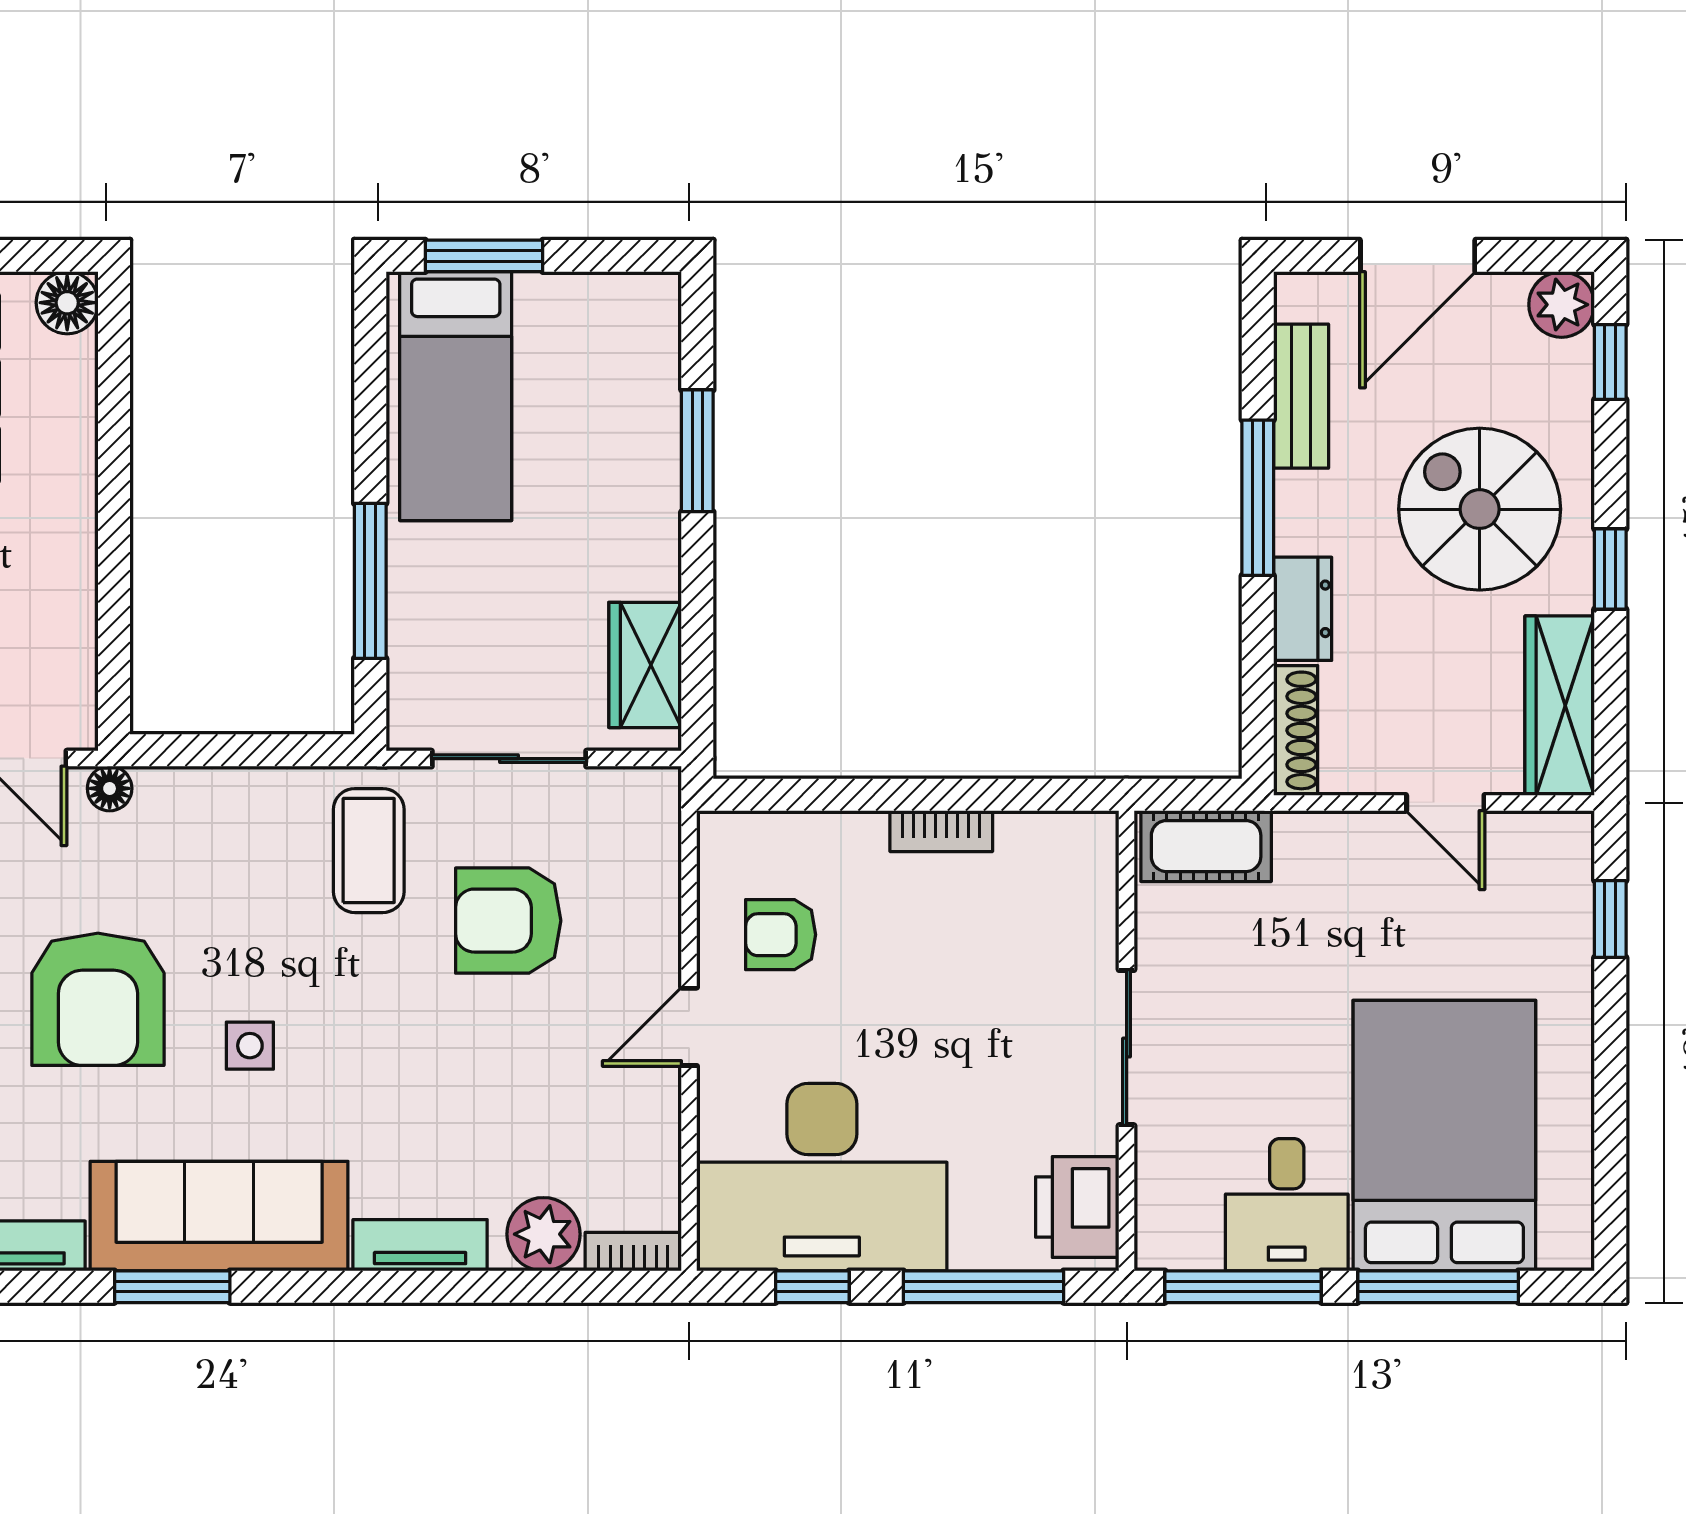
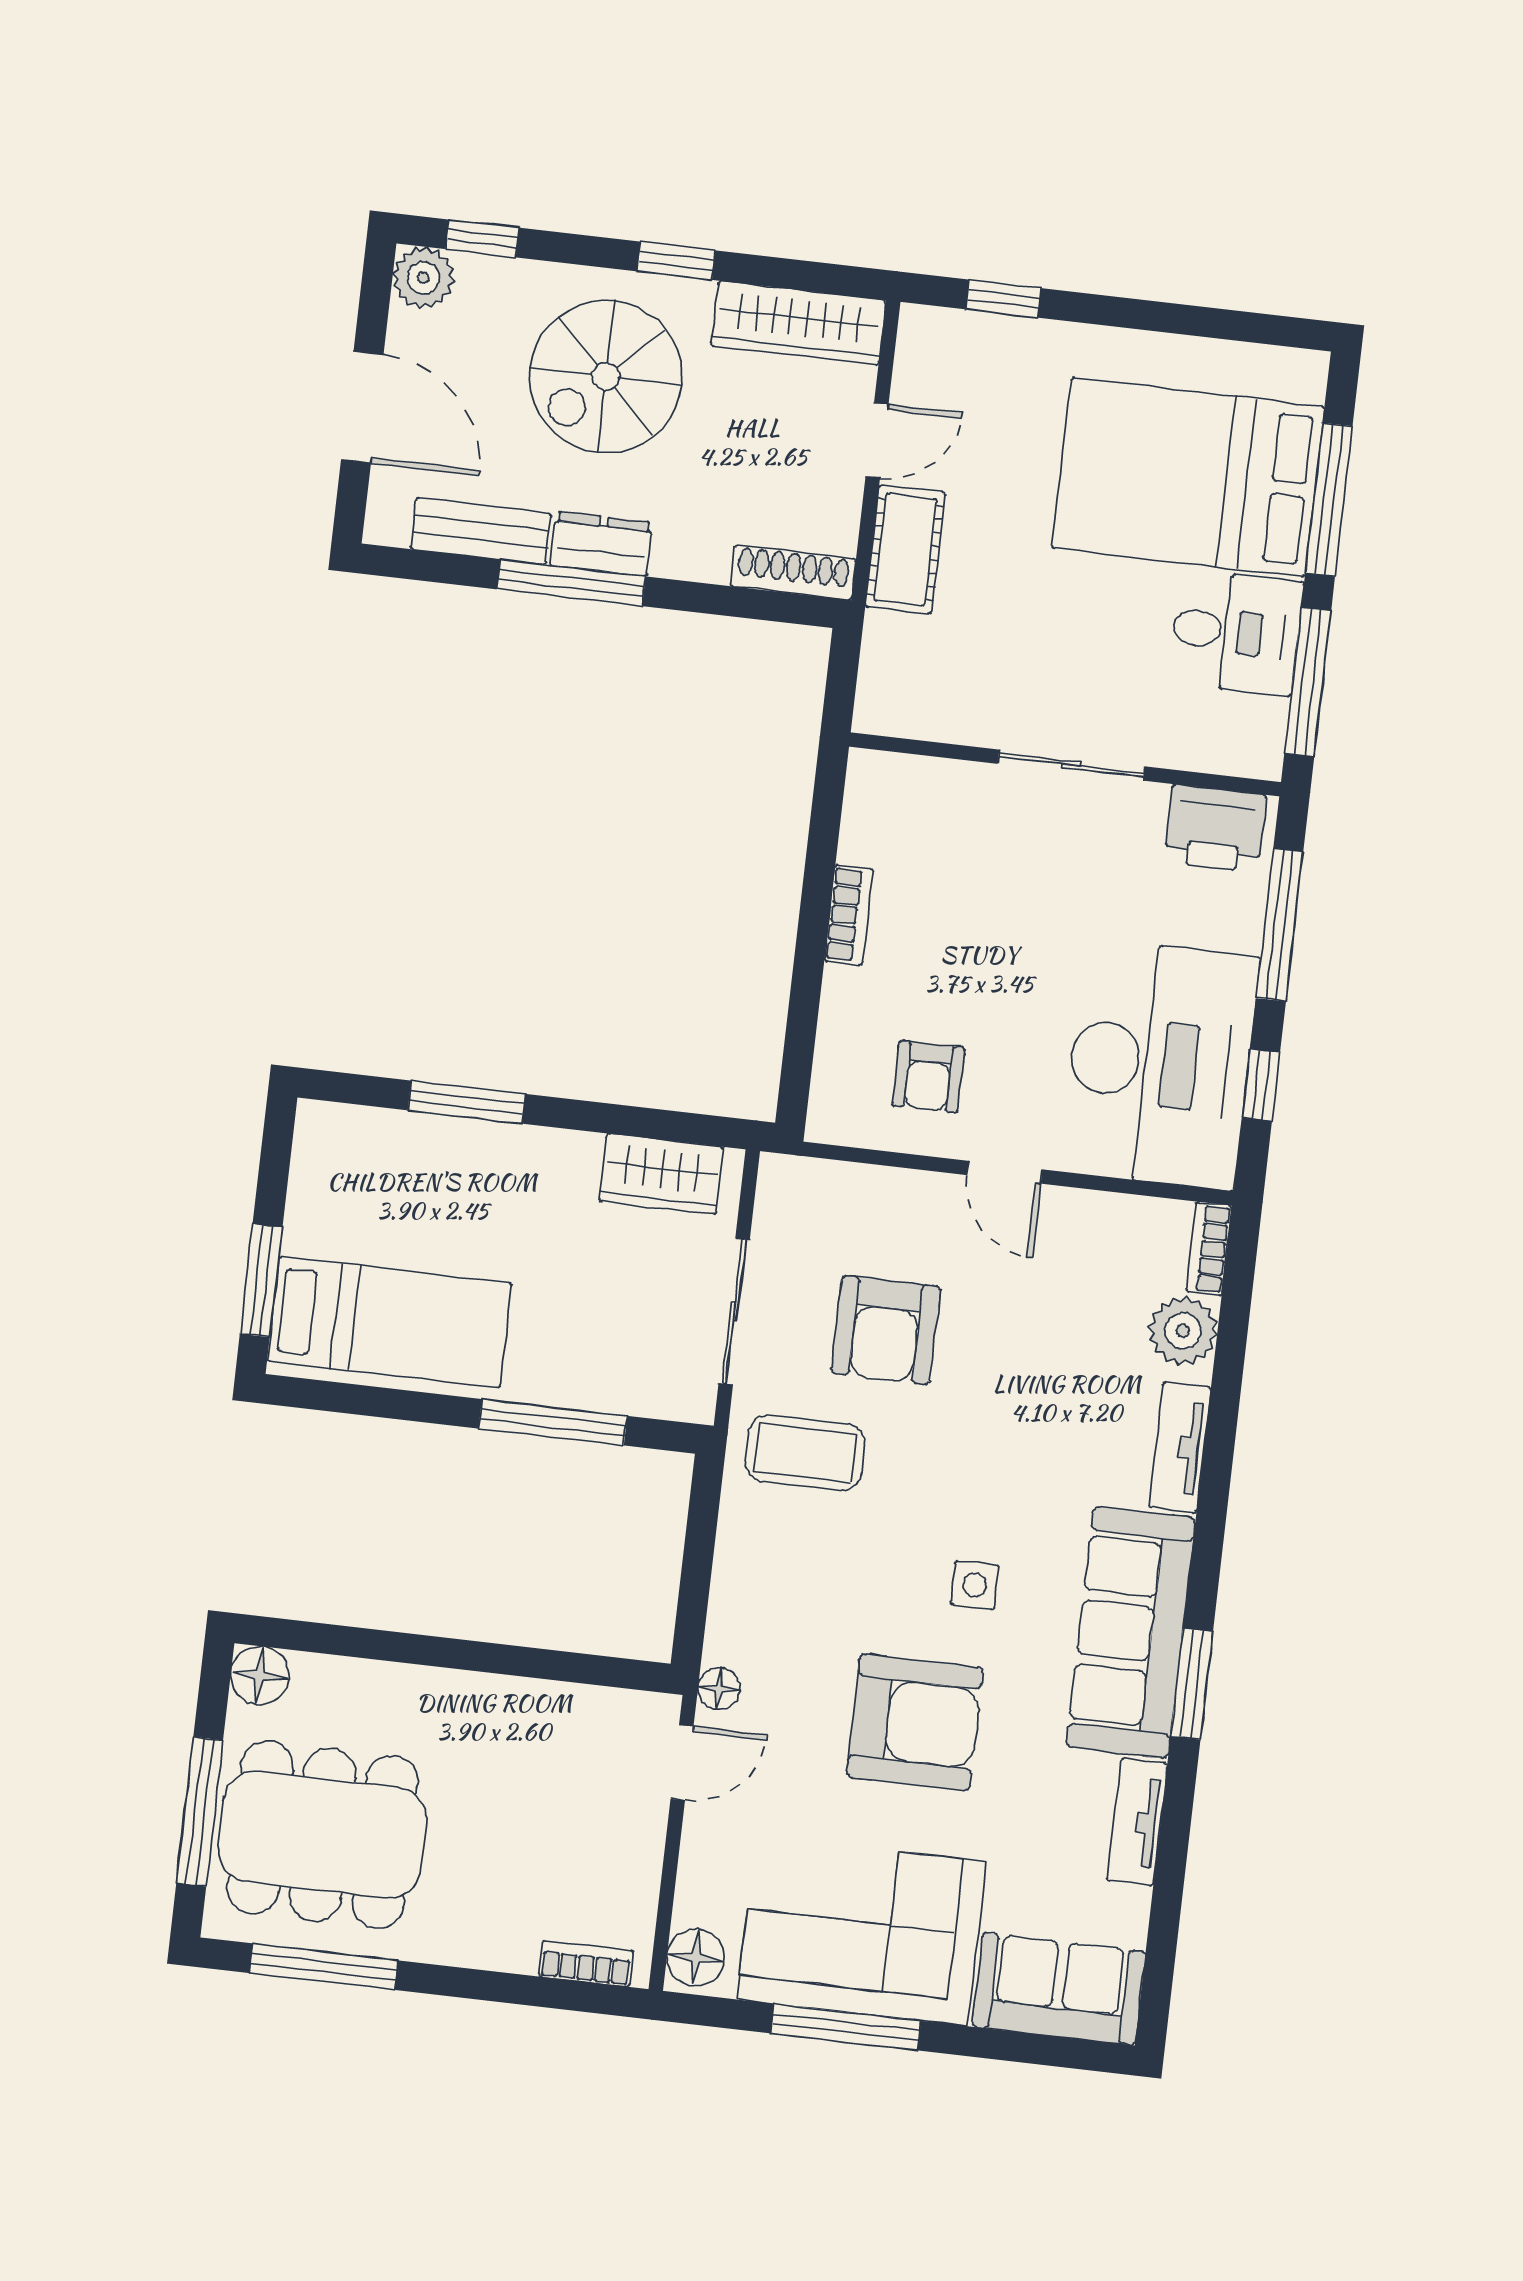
dresser: (1303, 609) -> (602, 544), moved
cot: (1206, 846) -> (905, 550), moved

